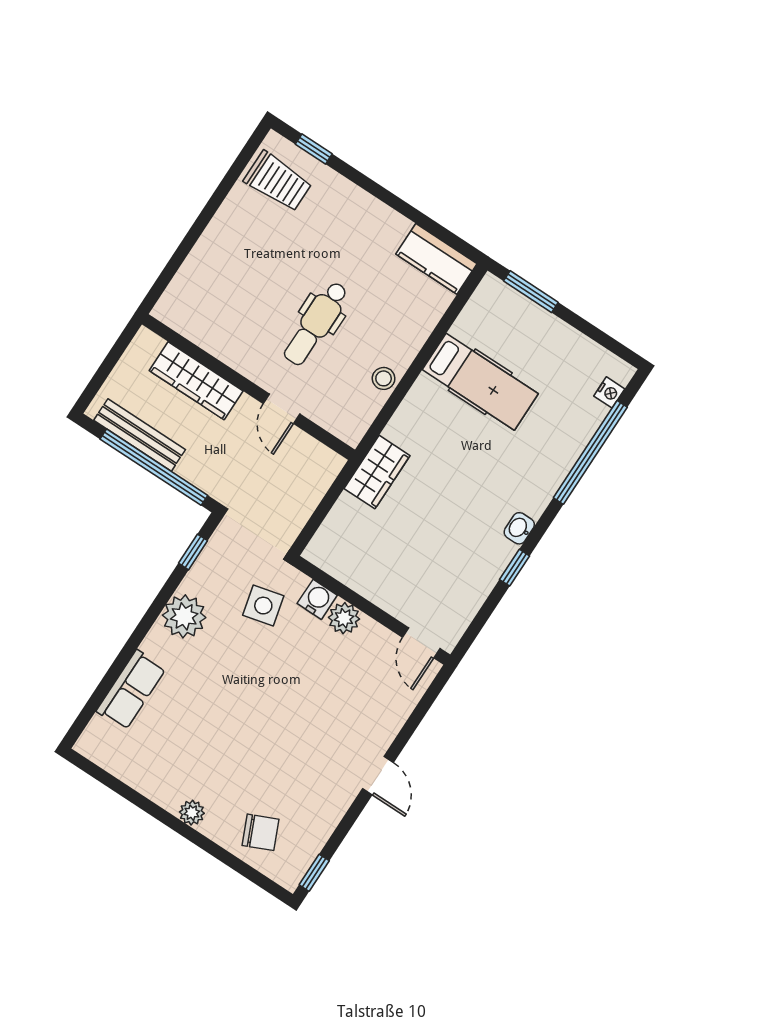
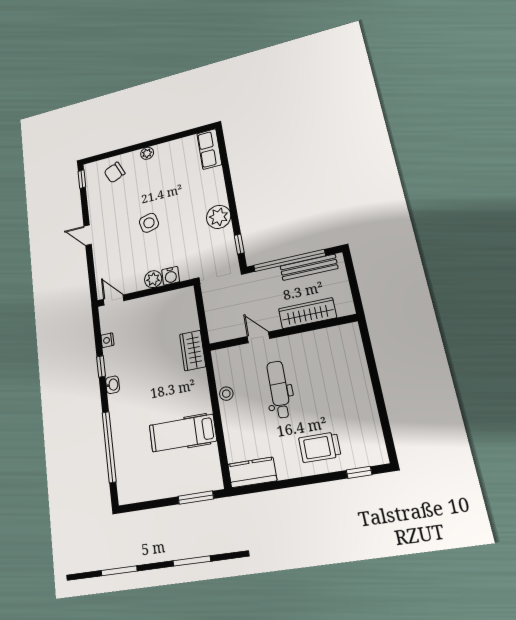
trolley: (278, 181) -> (320, 447), moved
nightstand: (609, 392) -> (107, 340), moved
side table: (263, 606) -> (149, 223), moved
row of seats: (131, 690) -> (209, 149), moved

